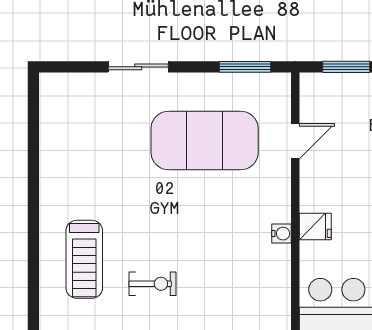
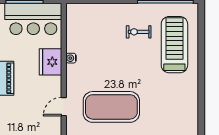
fridge: (315, 226) -> (50, 62), width x1.88, depth x1.34
treadmill: (84, 259) -> (174, 45), width x1.37, depth x1.38

